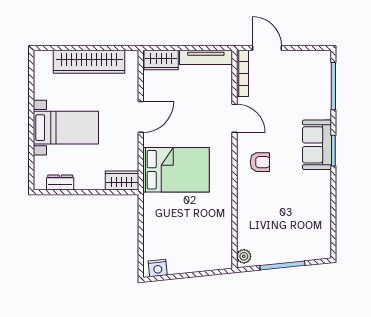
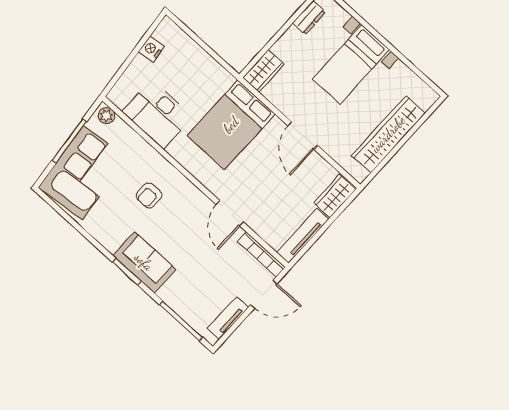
tv unit: (303, 58) -> (228, 318), added
door: (234, 118) -> (230, 213), hinge flipped
armchair: (260, 162) -> (149, 195), moved
desk: (213, 224) -> (157, 114), added
corner sofa: (295, 238) -> (83, 173), added
nightstand: (158, 268) -> (152, 49), moved

